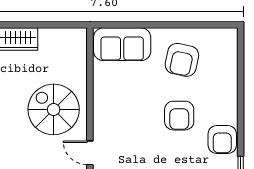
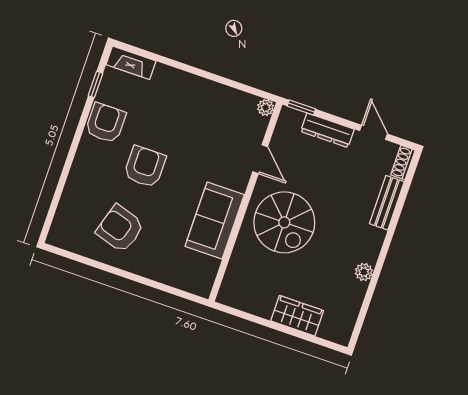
sofa: (122, 44) -> (215, 221), moved, turned -90
armchair: (182, 60) -> (120, 229), turned -85

